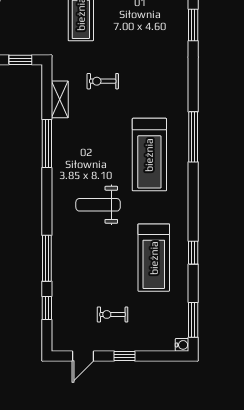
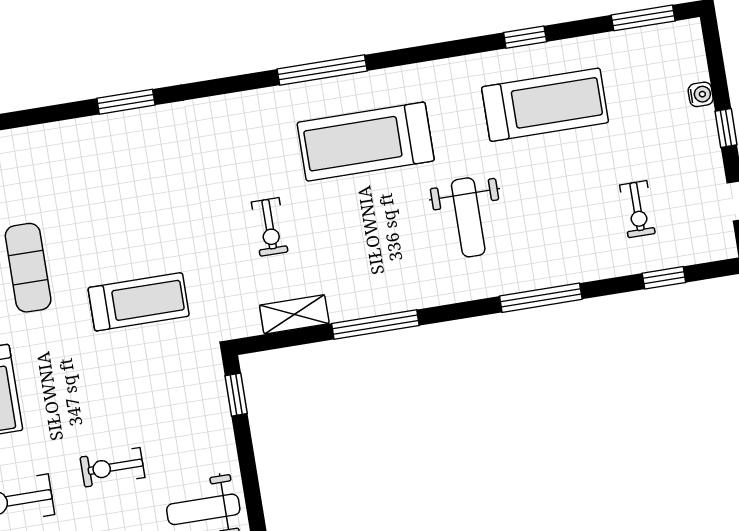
exercise bike: (103, 81) -> (270, 227), moved
treadmill: (149, 155) -> (366, 142), turned 180
window: (47, 258) -> (541, 298), moved
exercise bike: (113, 314) -> (637, 209), moved
water cooler: (182, 345) -> (701, 94), moved, turned 90

